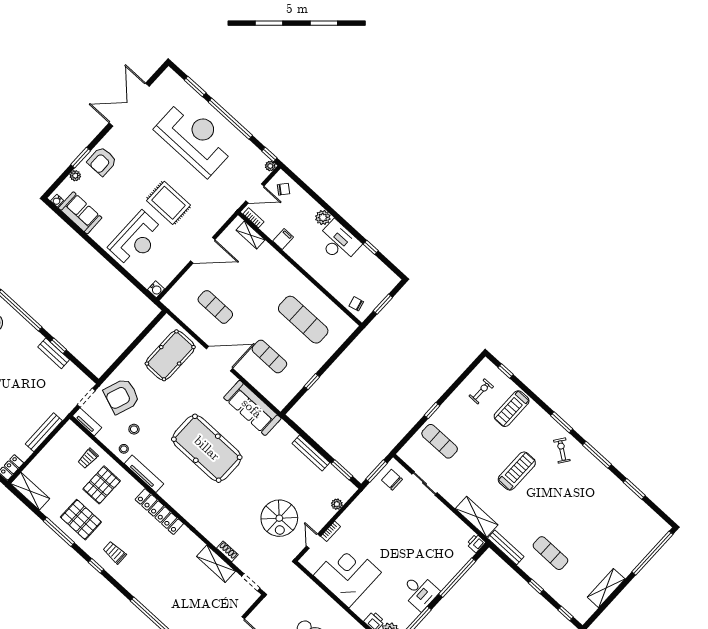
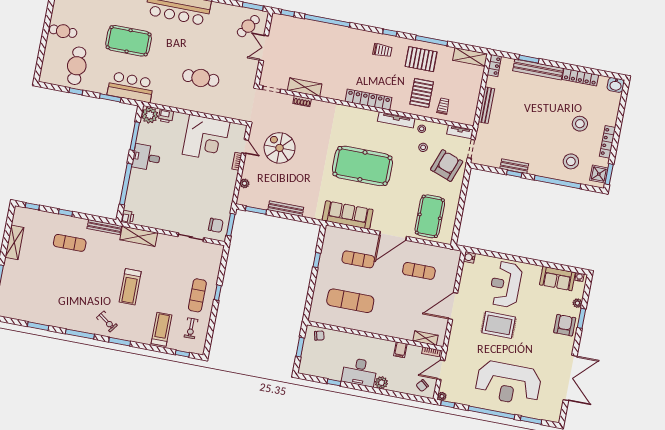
exercise mat: (440, 441) -> (197, 295), moved, turned 90

